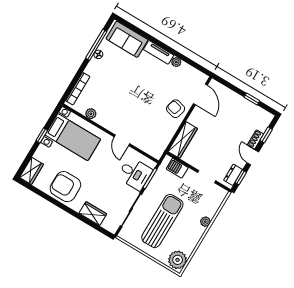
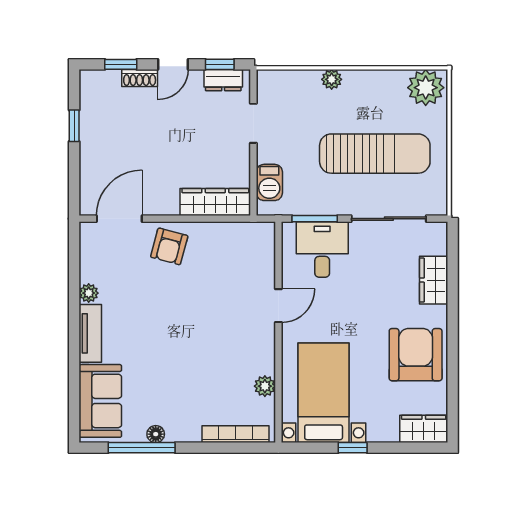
armchair: (65, 187) -> (416, 355), turned 180
sun lounger: (162, 221) -> (375, 154), turned 180

